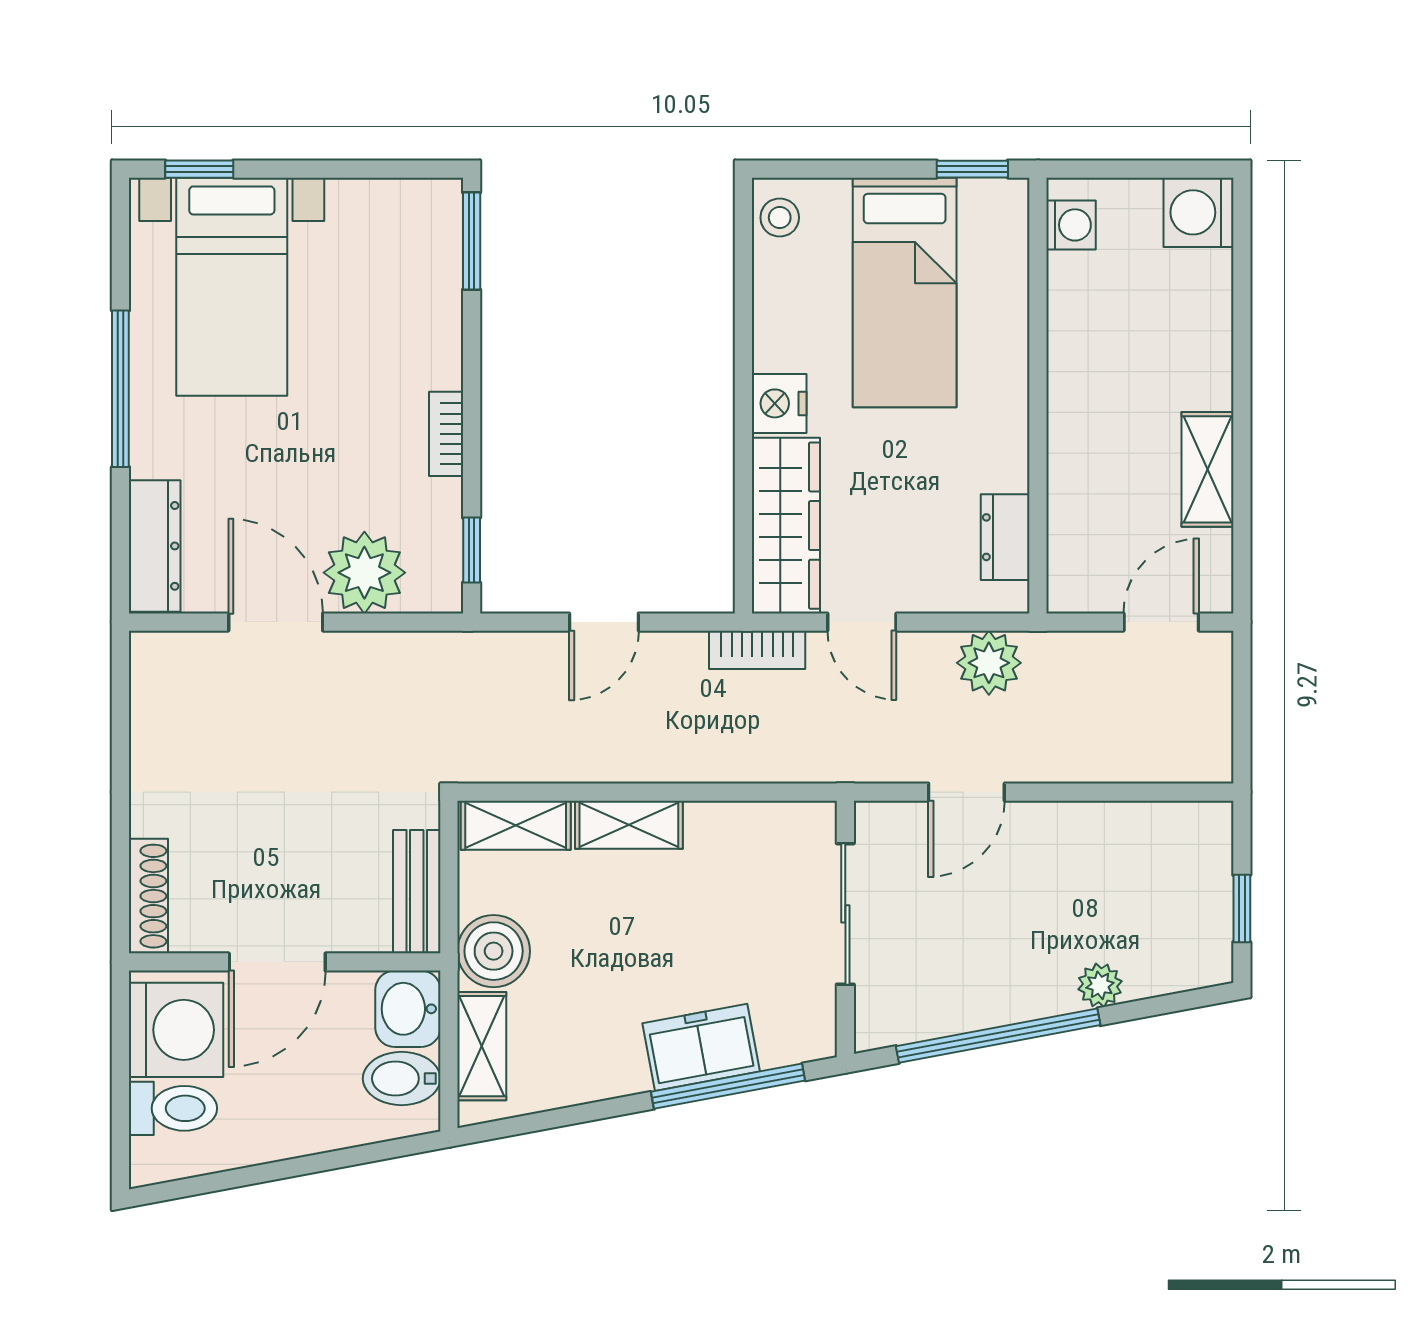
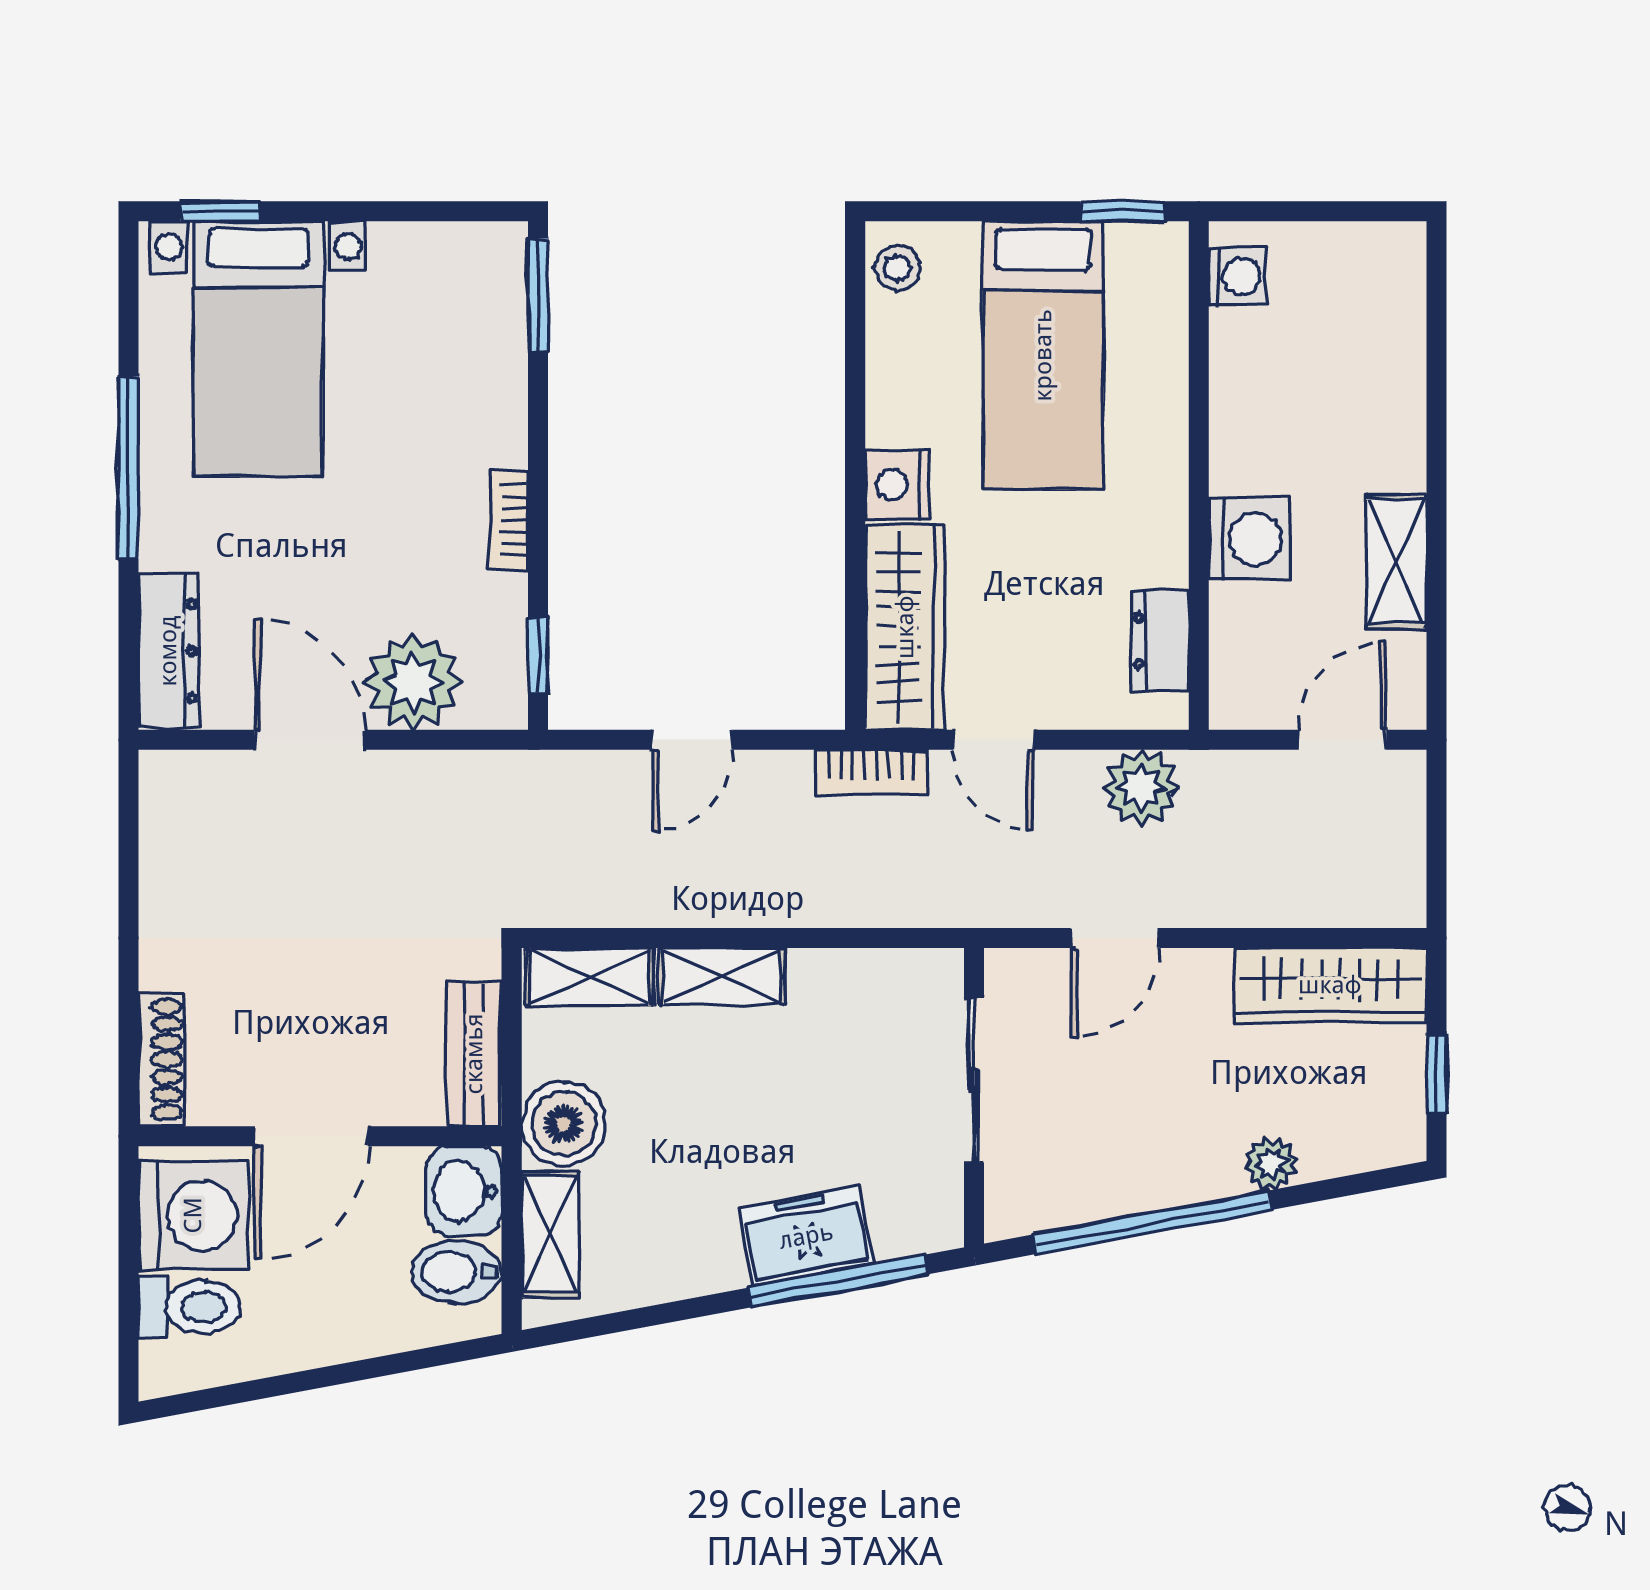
washing machine: (1198, 212) -> (1249, 539), moved, turned 180
wardrobe: (1151, 832) -> (1330, 985), added

